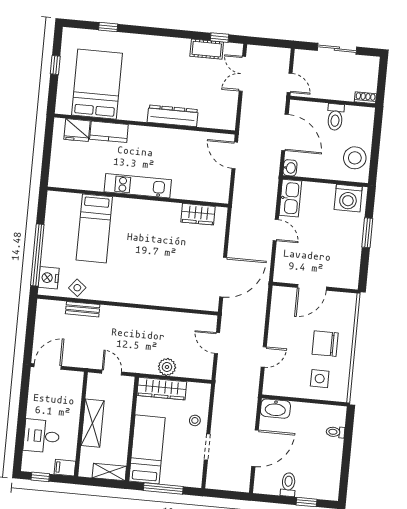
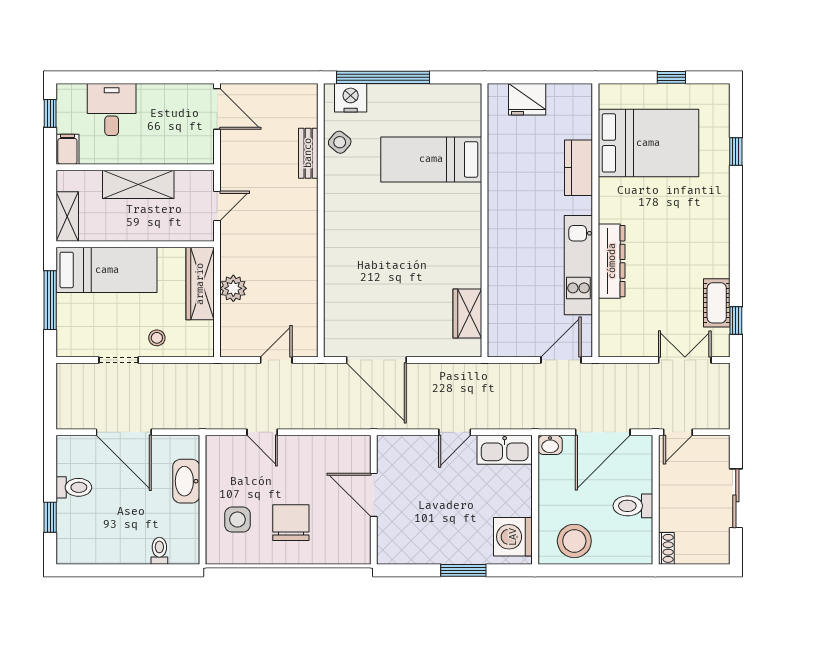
fridge: (77, 130) -> (527, 99), moved, turned -90
kitchen unit: (138, 186) -> (578, 265), moved, turned 180
washbasin: (275, 409) -> (186, 481), moved

